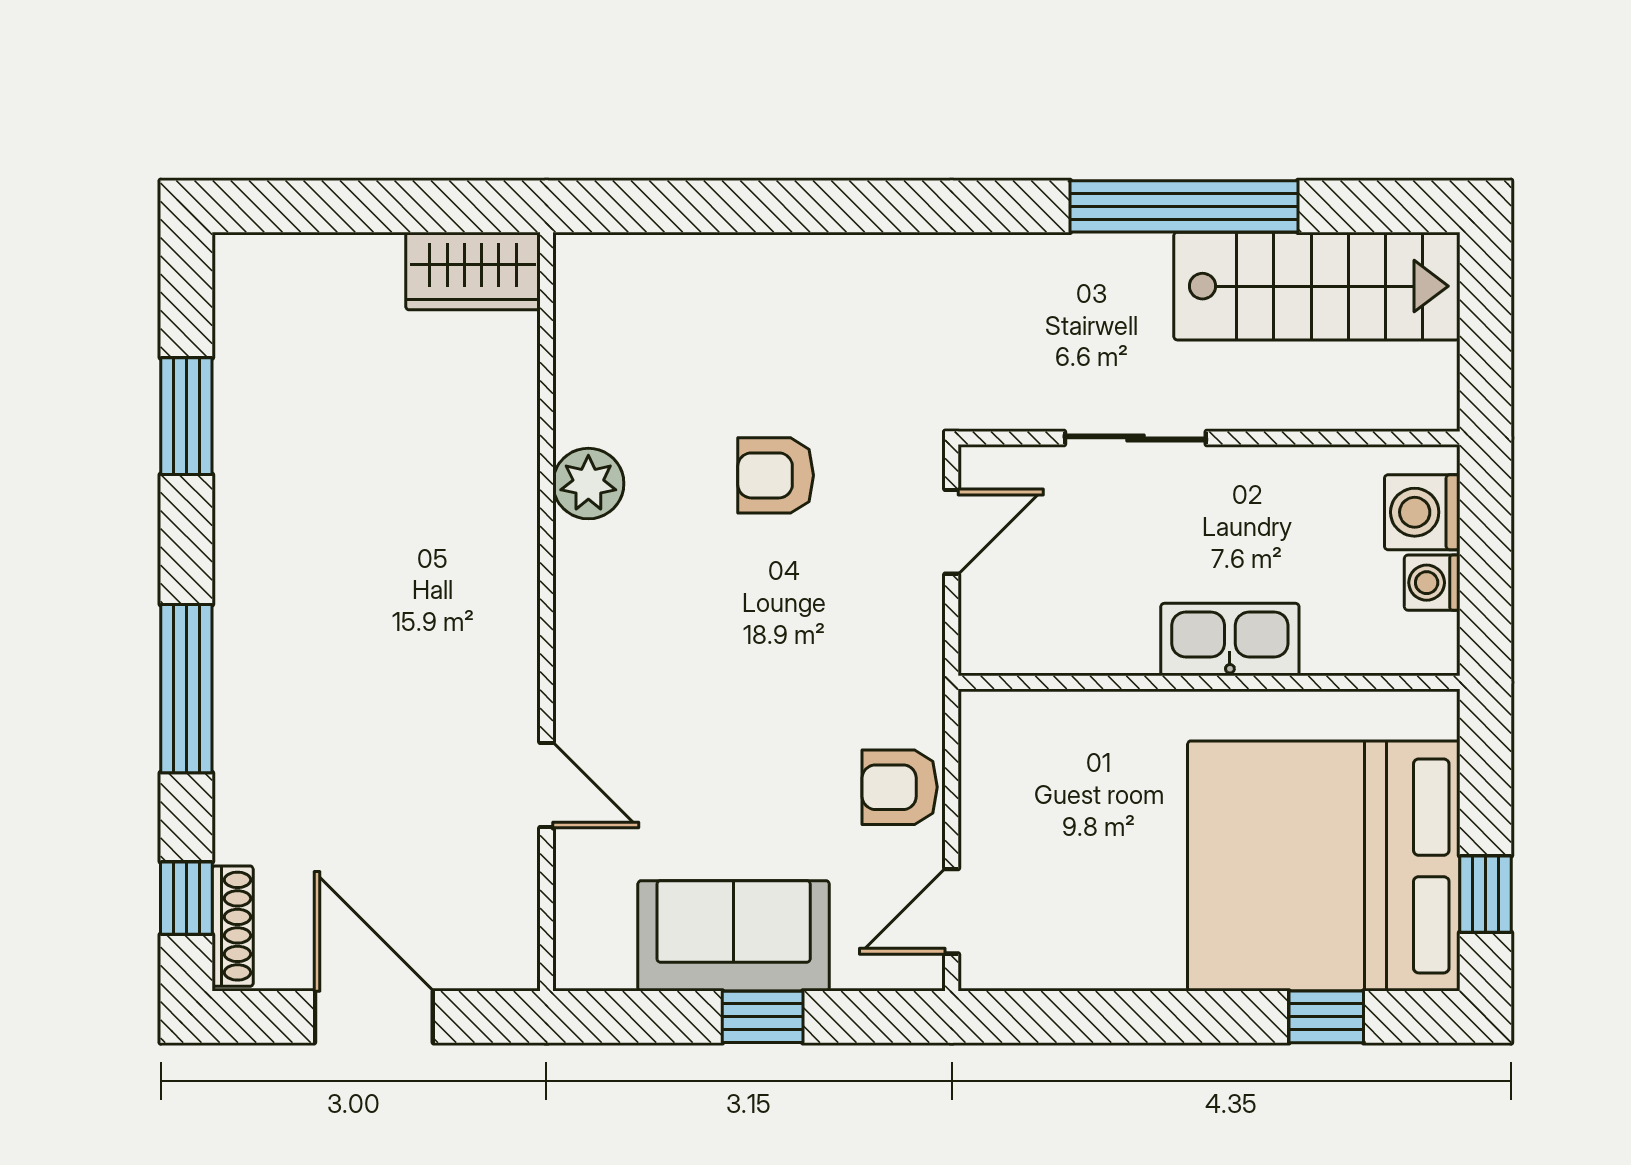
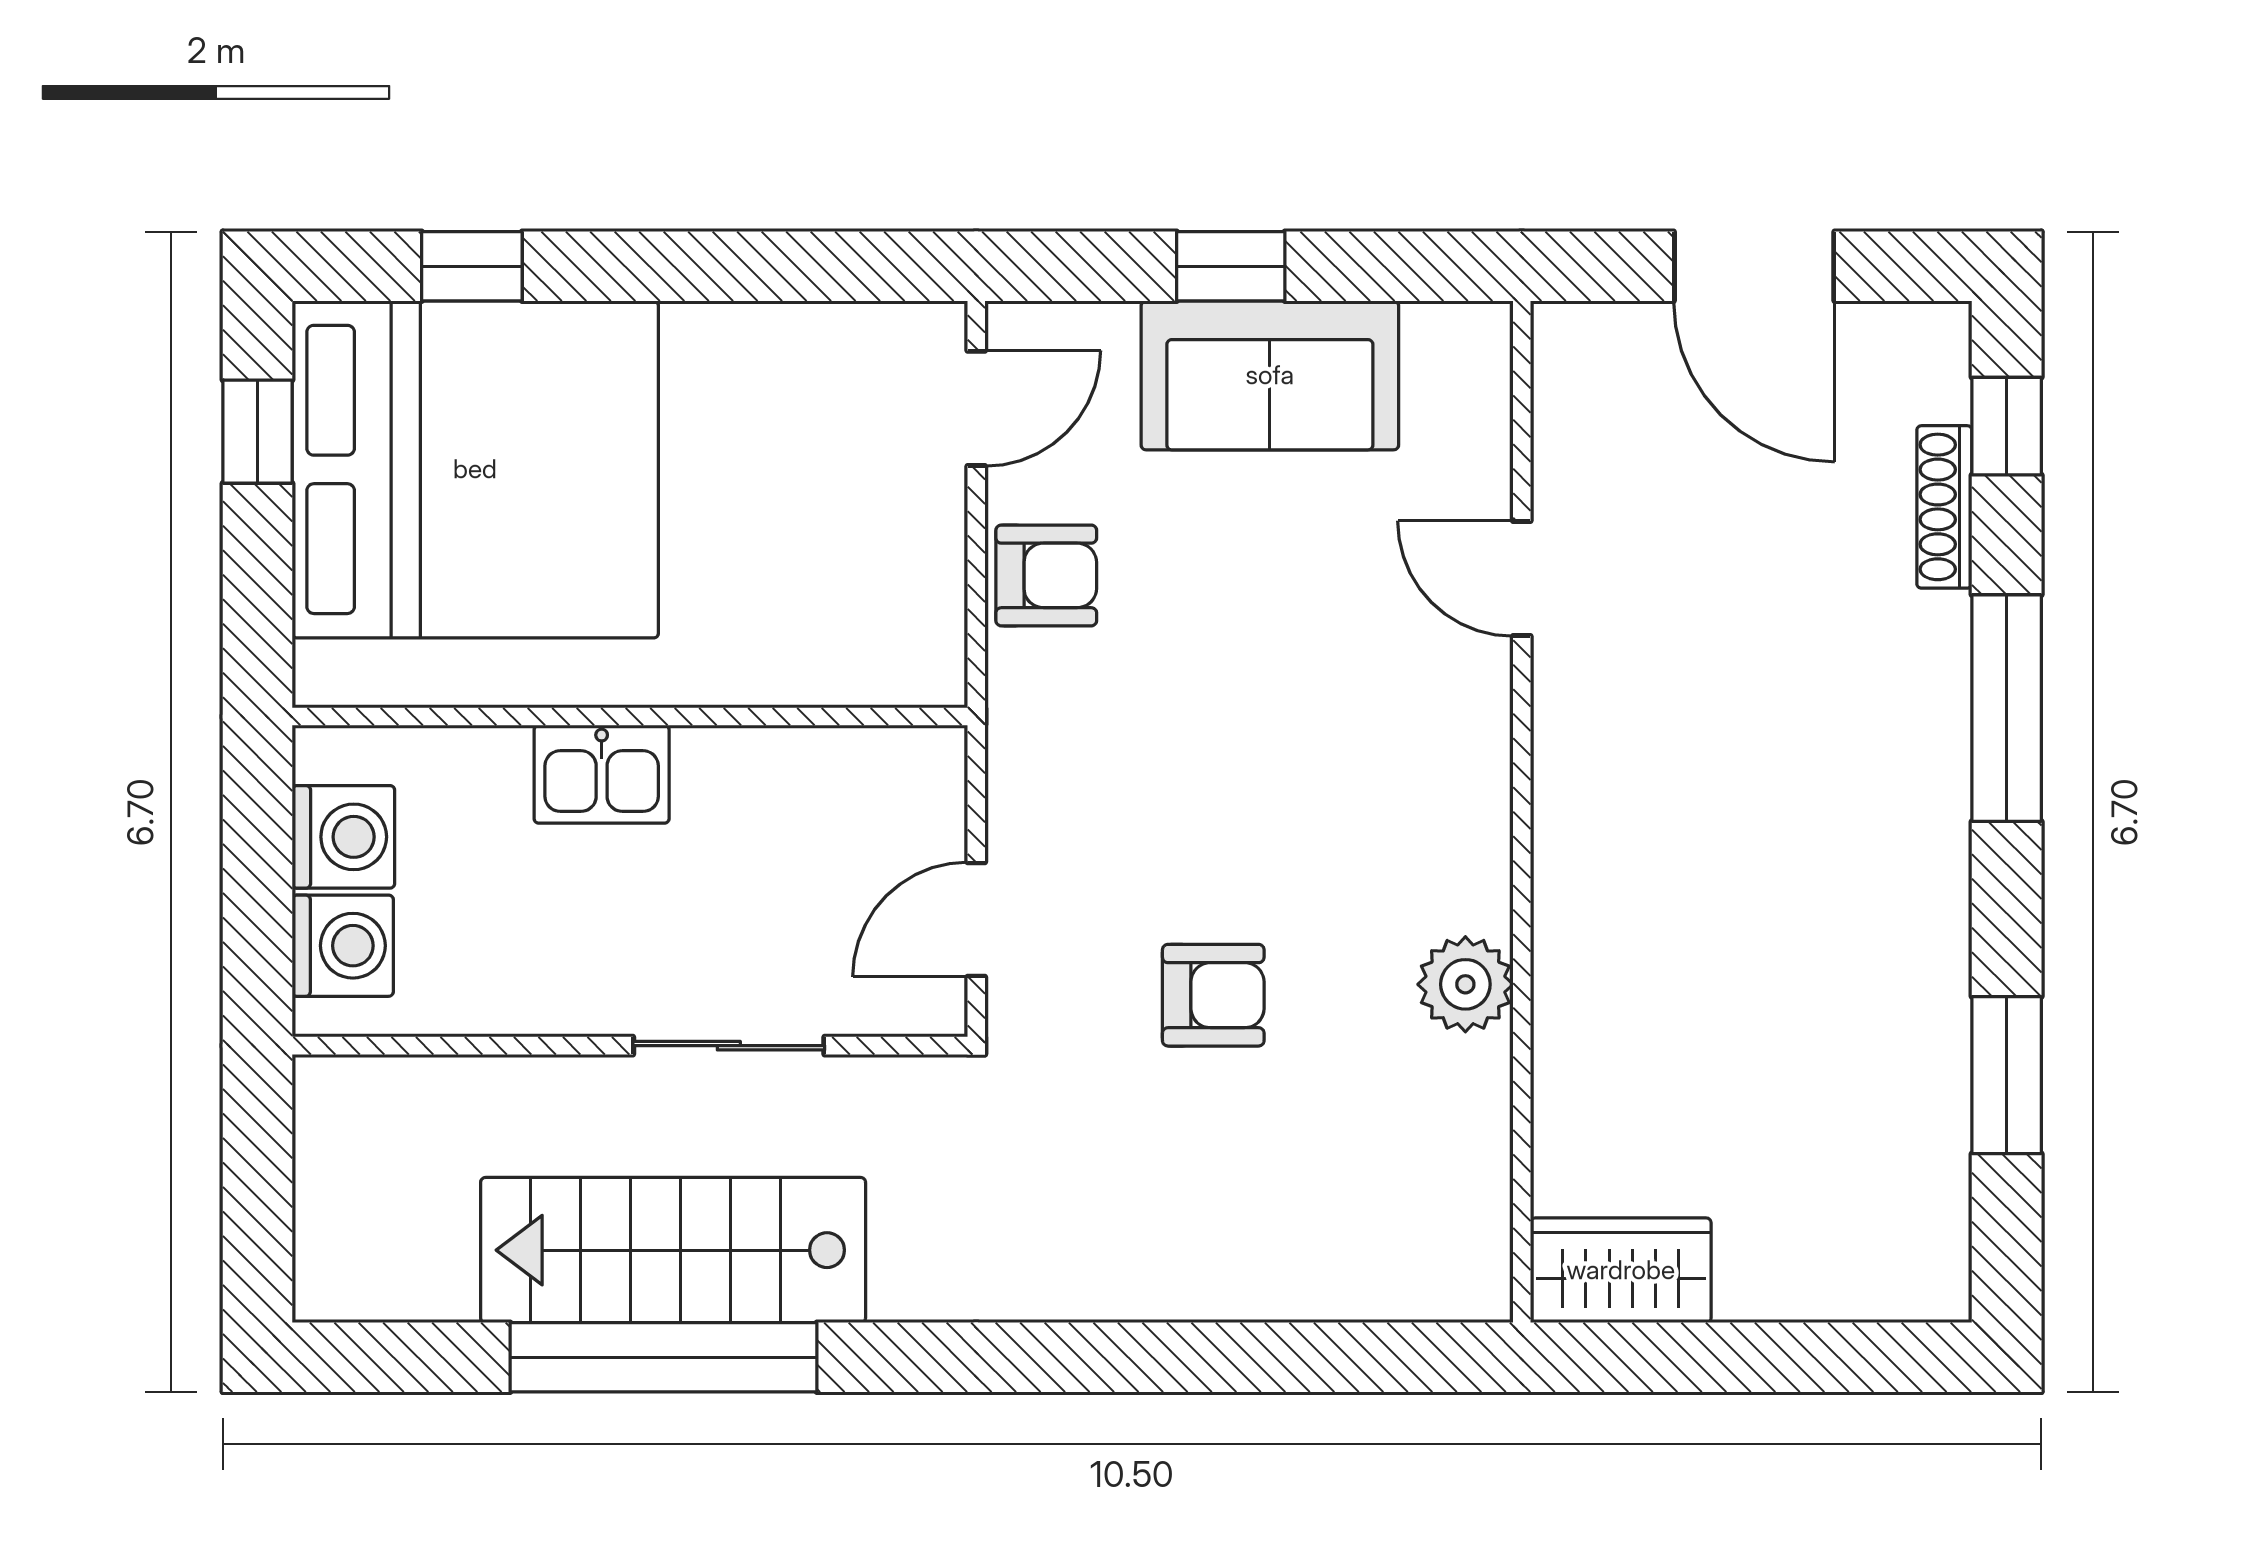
stairs: (1317, 286) -> (673, 1250), moved
washing machine: (1432, 583) -> (343, 837), width x1.38, depth x1.38
kitchen sink: (1230, 640) -> (602, 774), width x0.73
shoe rack: (233, 926) -> (1944, 507), moved

